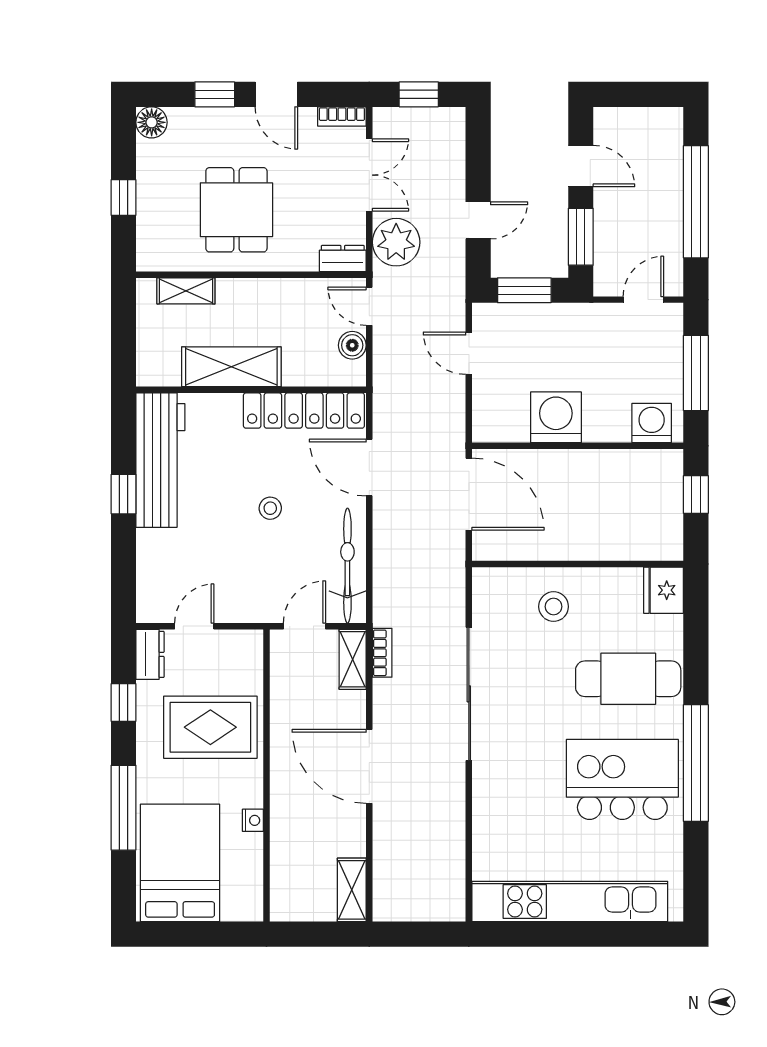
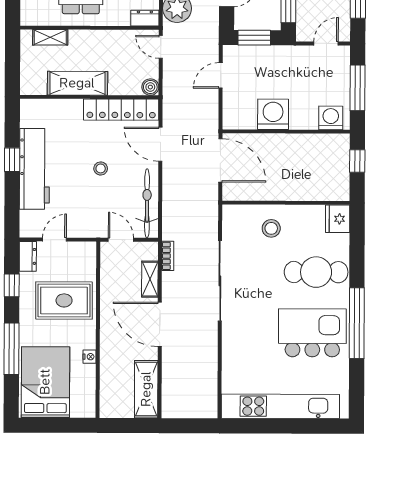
boiler: (352, 345) -> (150, 87), moved
door: (469, 353) -> (221, 75), hinge flipped
workbench: (160, 460) -> (34, 169), moved
door: (304, 626) -> (121, 240), hinge flipped
shelving: (353, 659) -> (150, 279), moved
shelving: (352, 890) -> (146, 389), width x1.50, depth x1.33

